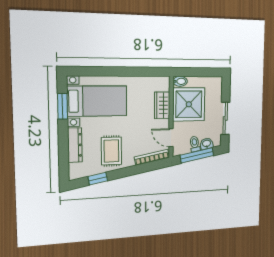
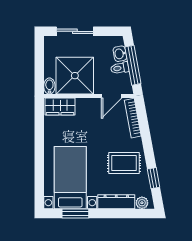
wardrobe: (162, 105) -> (60, 107), moved
sliding door: (225, 118) -> (75, 31), moved
plant: (74, 169) -> (142, 203), added

